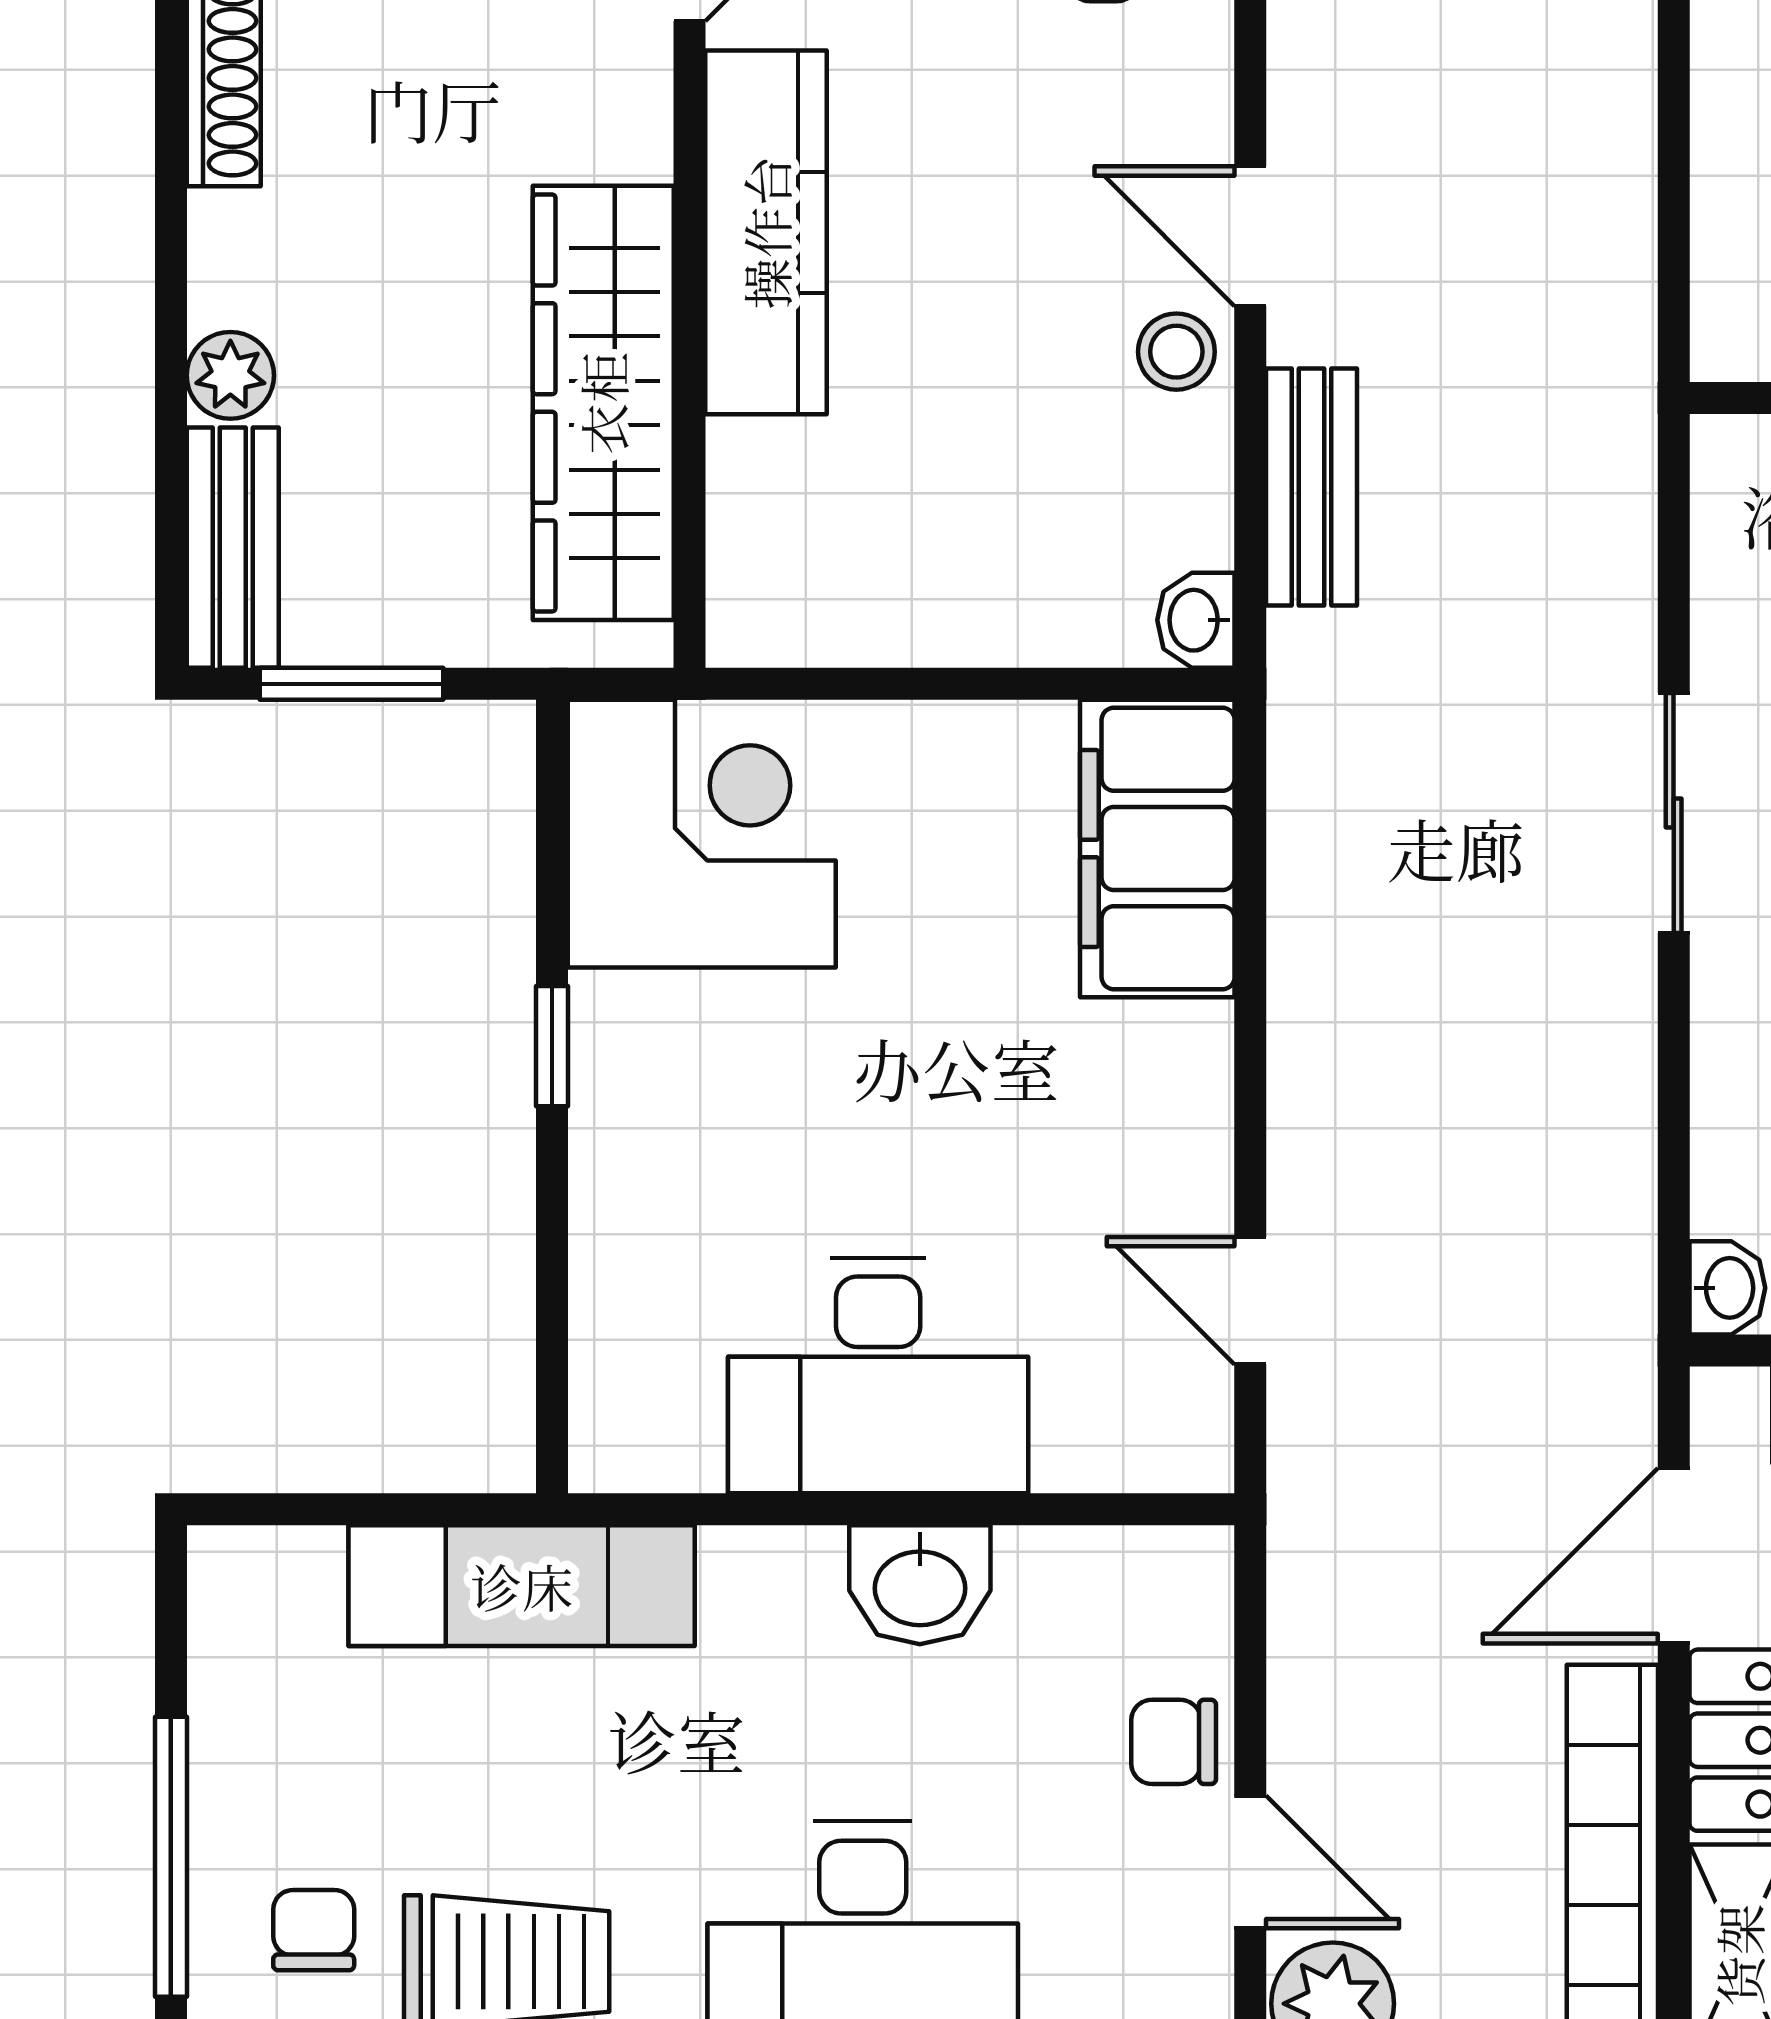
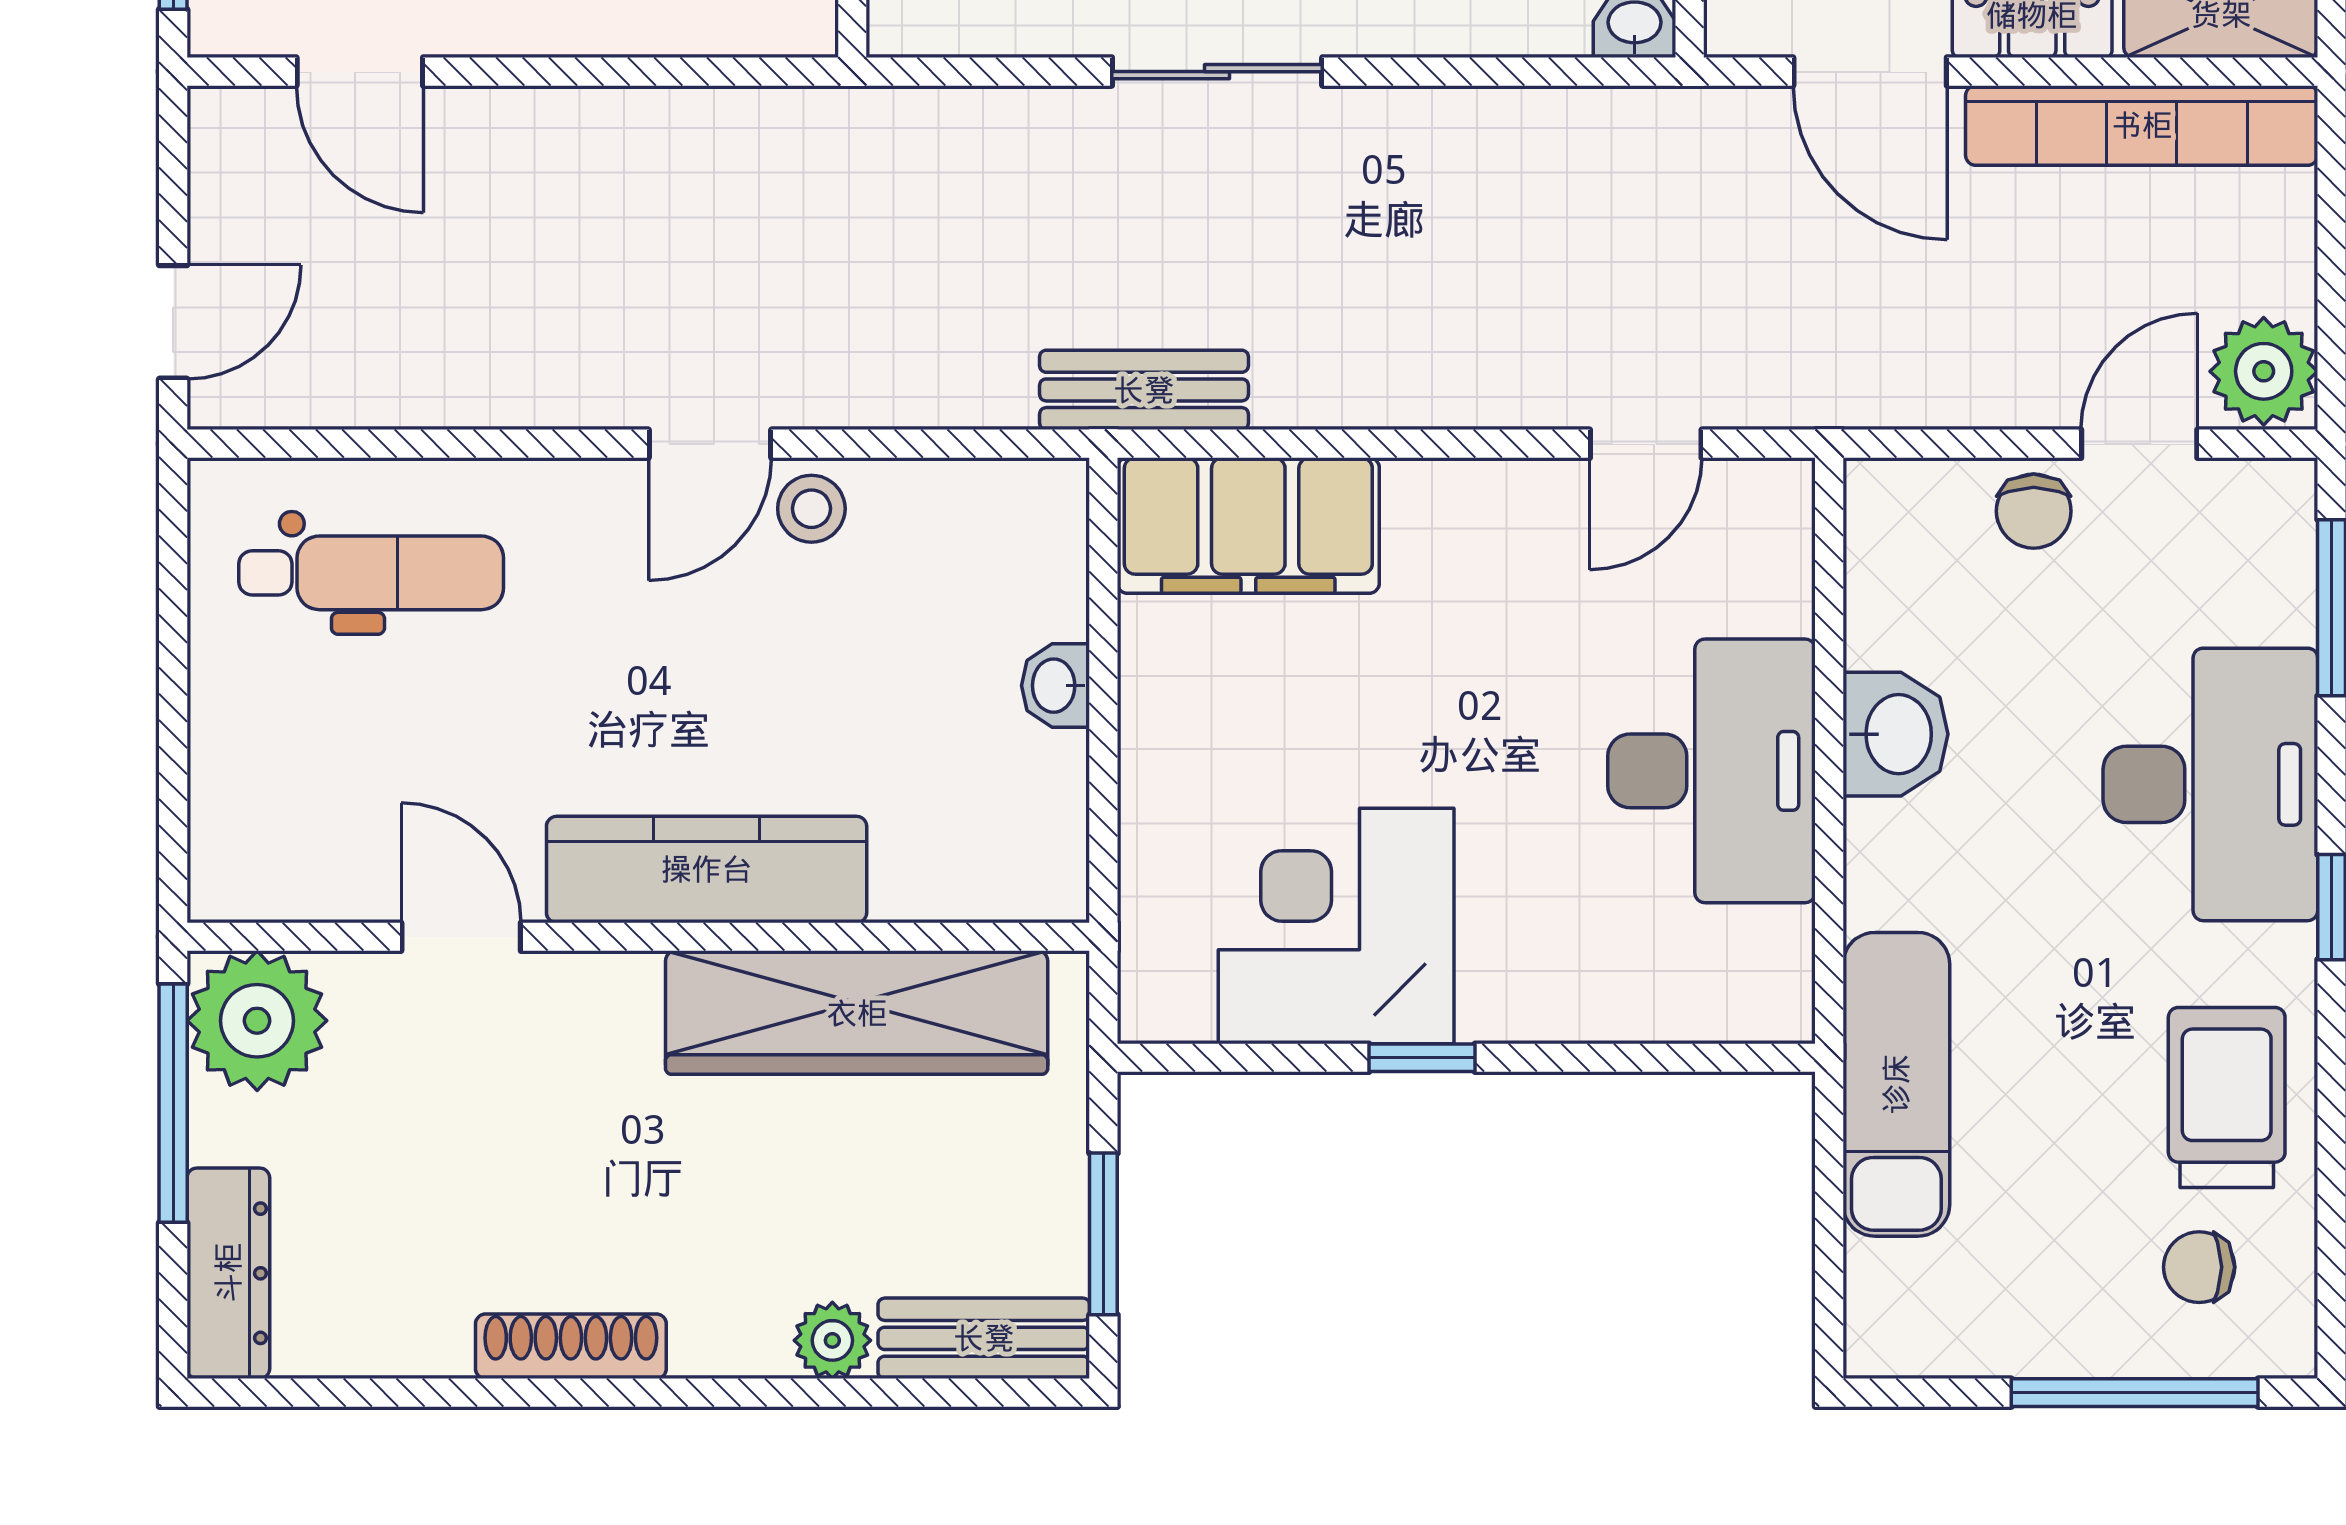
bench: (1312, 487) -> (1144, 390), moved
washbasin: (1196, 620) -> (1056, 686), moved, turned 90
corner desk: (702, 834) -> (1336, 926), moved

